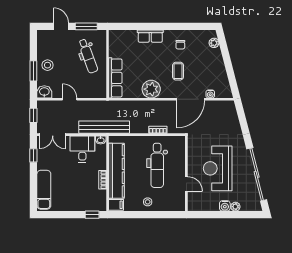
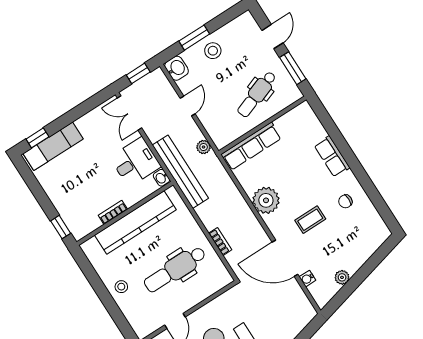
plant: (214, 43) -> (342, 277), moved
plant: (99, 105) -> (204, 147), added
window: (33, 155) -> (37, 138), moved
filing cabinet: (116, 205) -> (92, 249), removed

